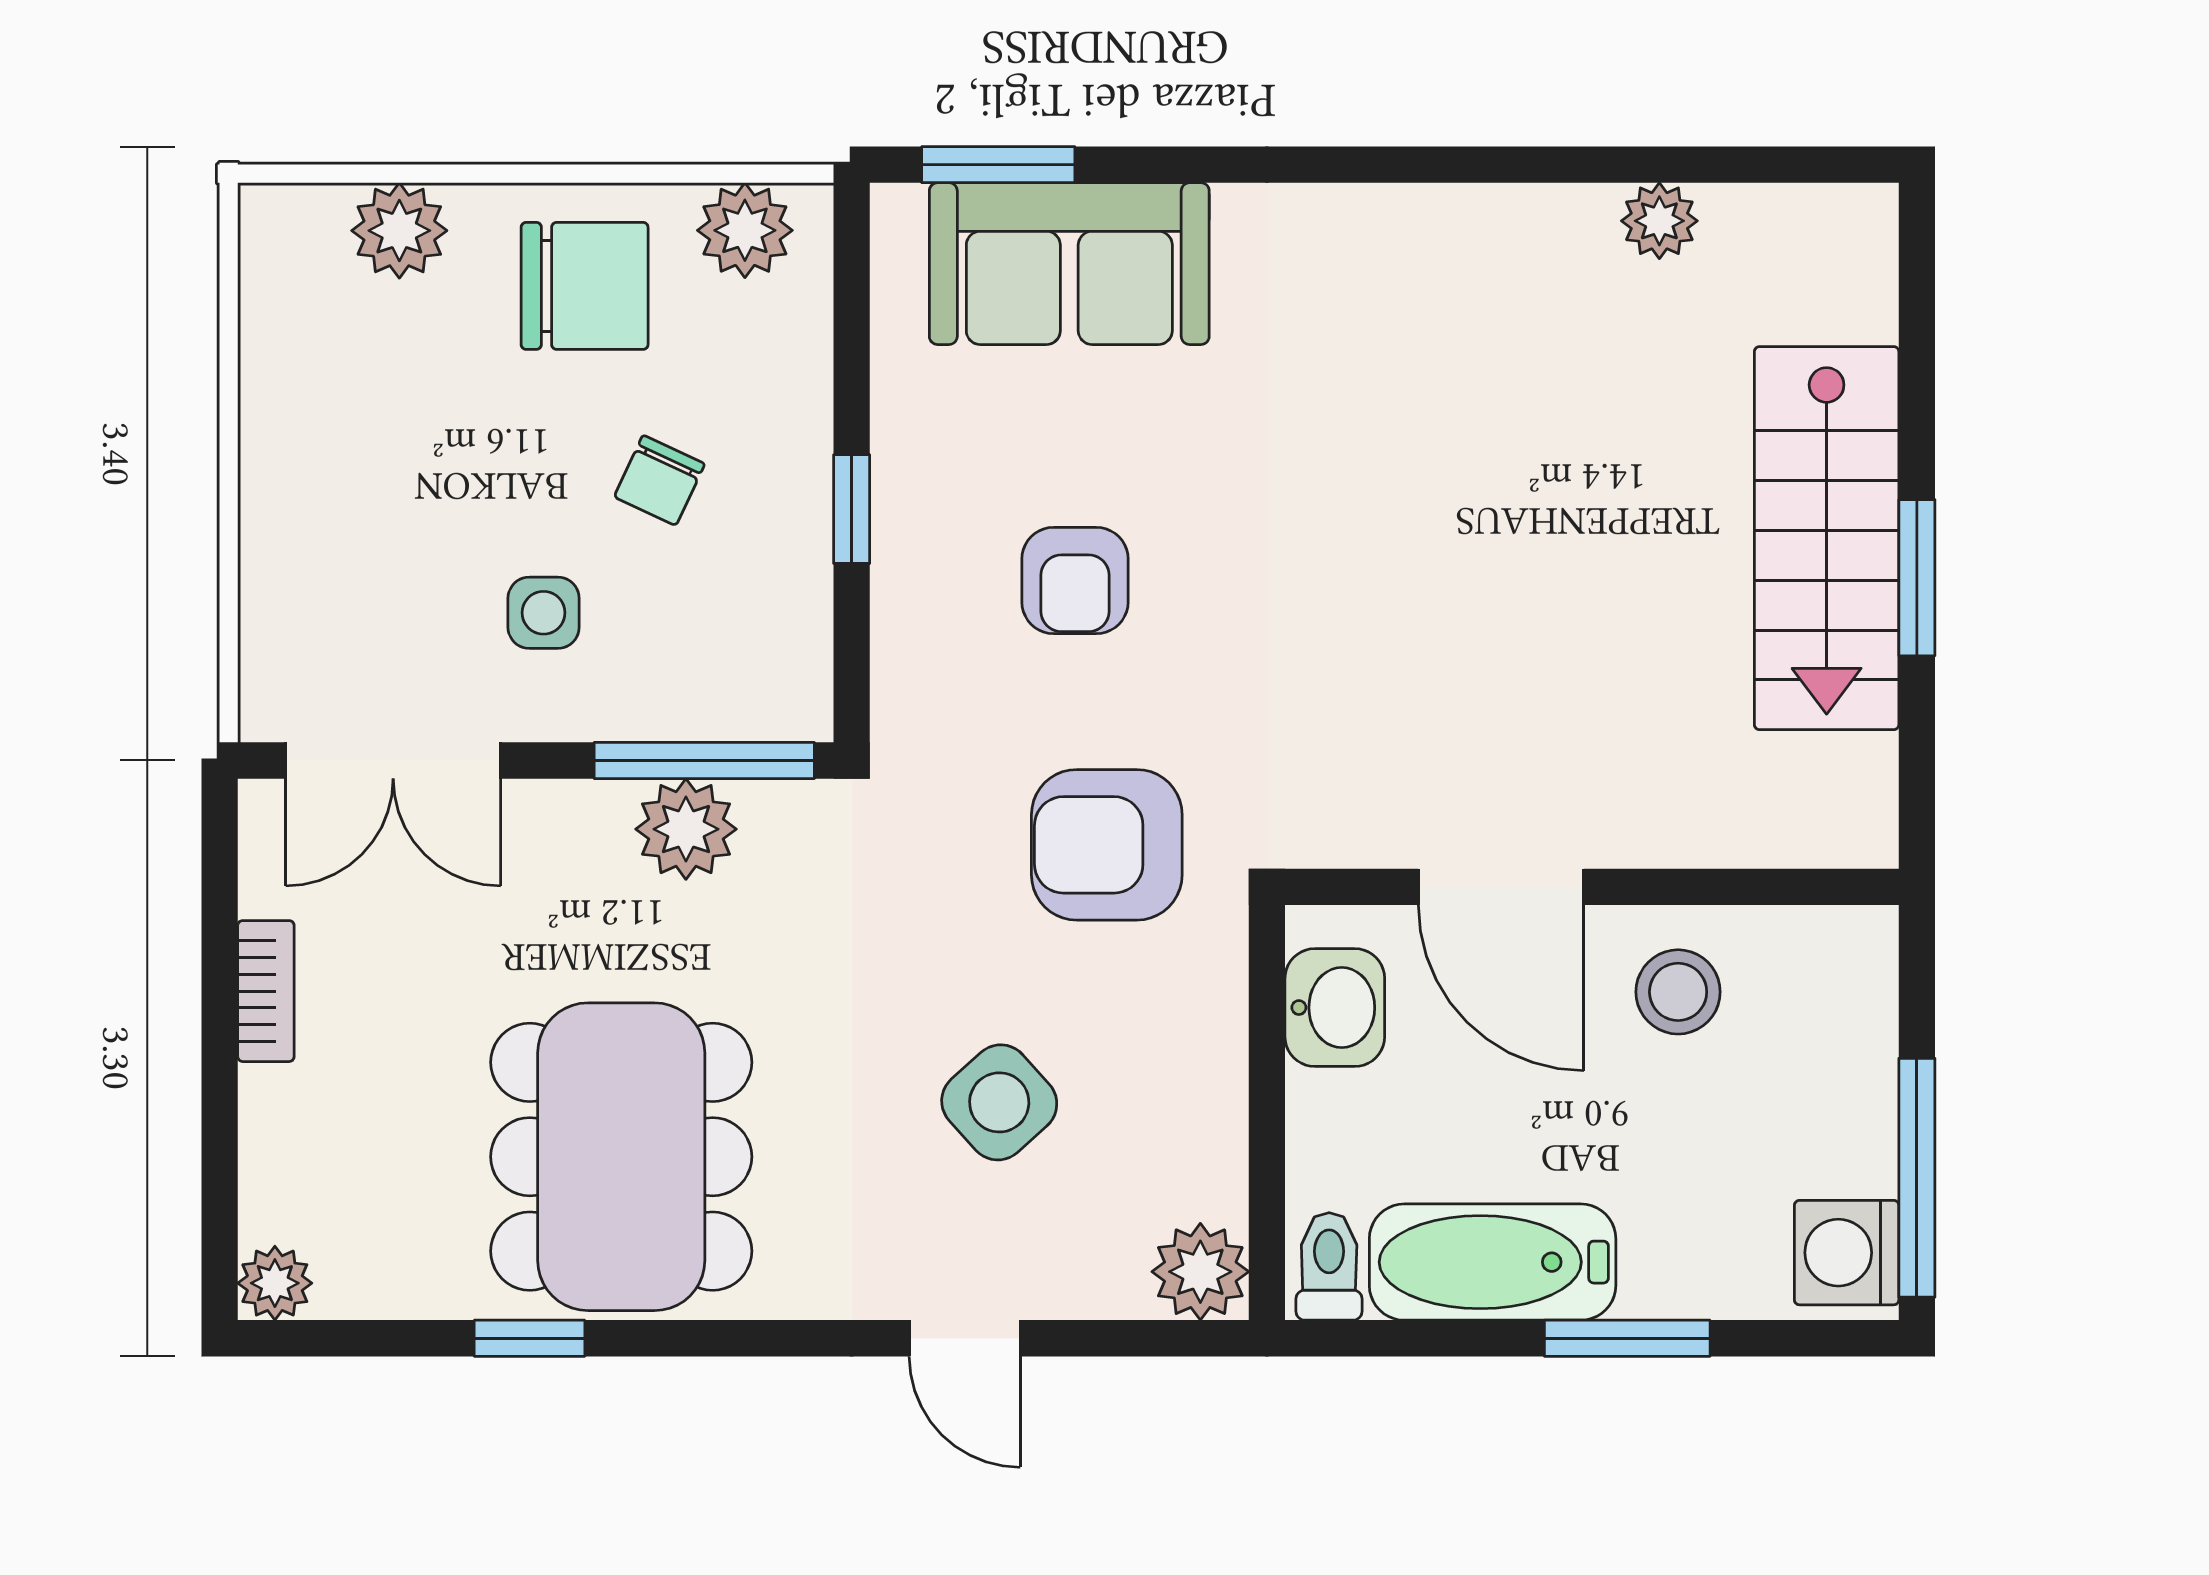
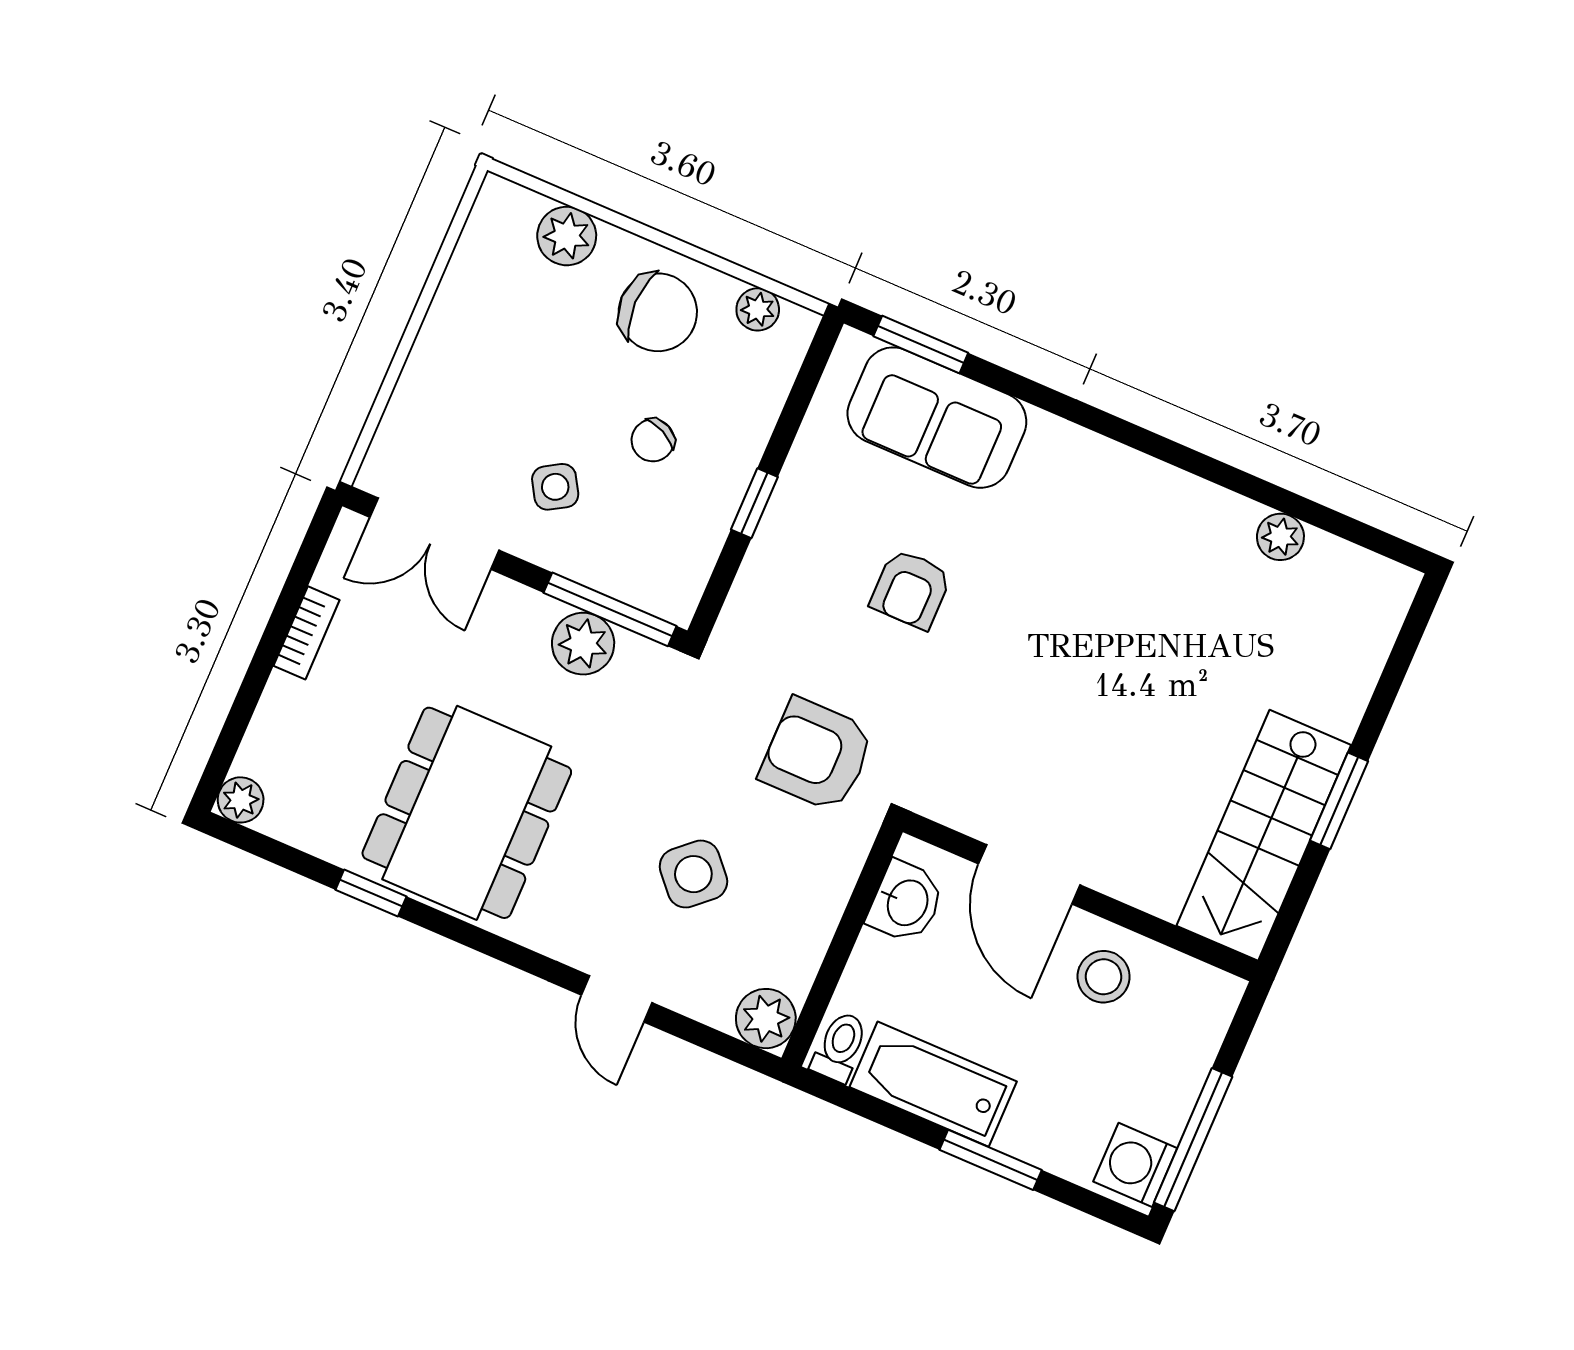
plant: (745, 230) -> (758, 309), width x0.73, depth x0.73
stairs: (1827, 538) -> (1264, 835), moved
armchair: (1075, 580) -> (911, 589), moved
side table: (544, 613) -> (555, 487), turned -31

